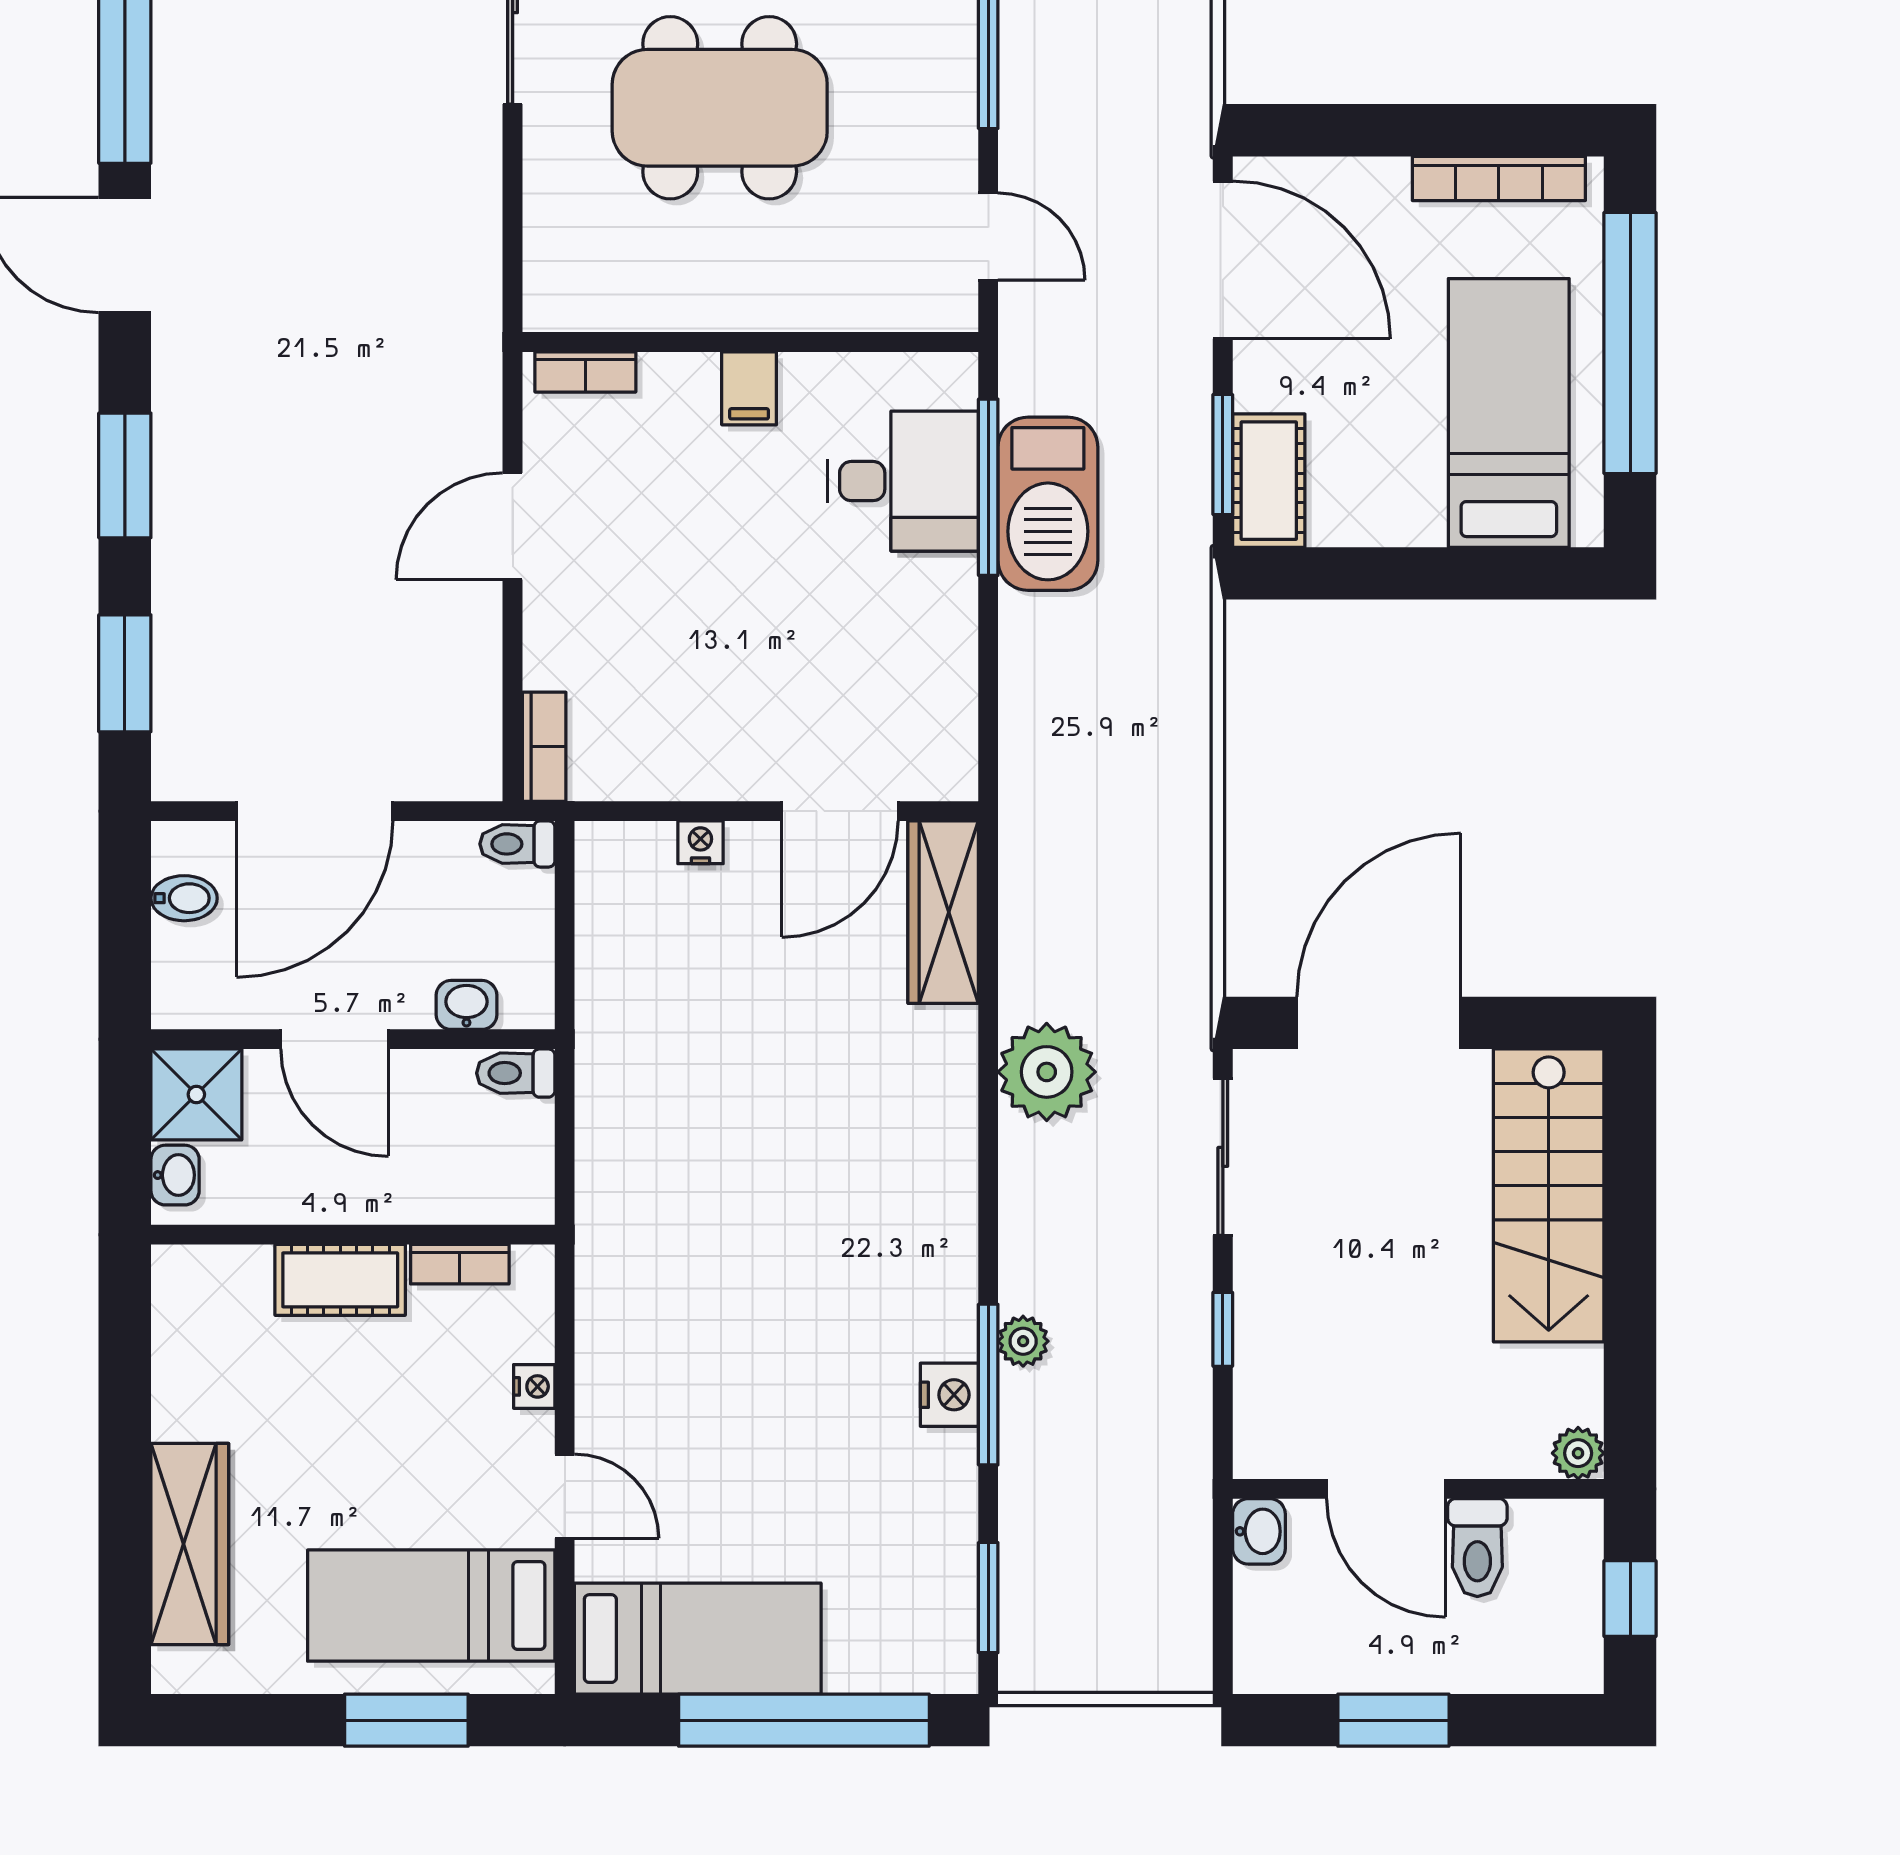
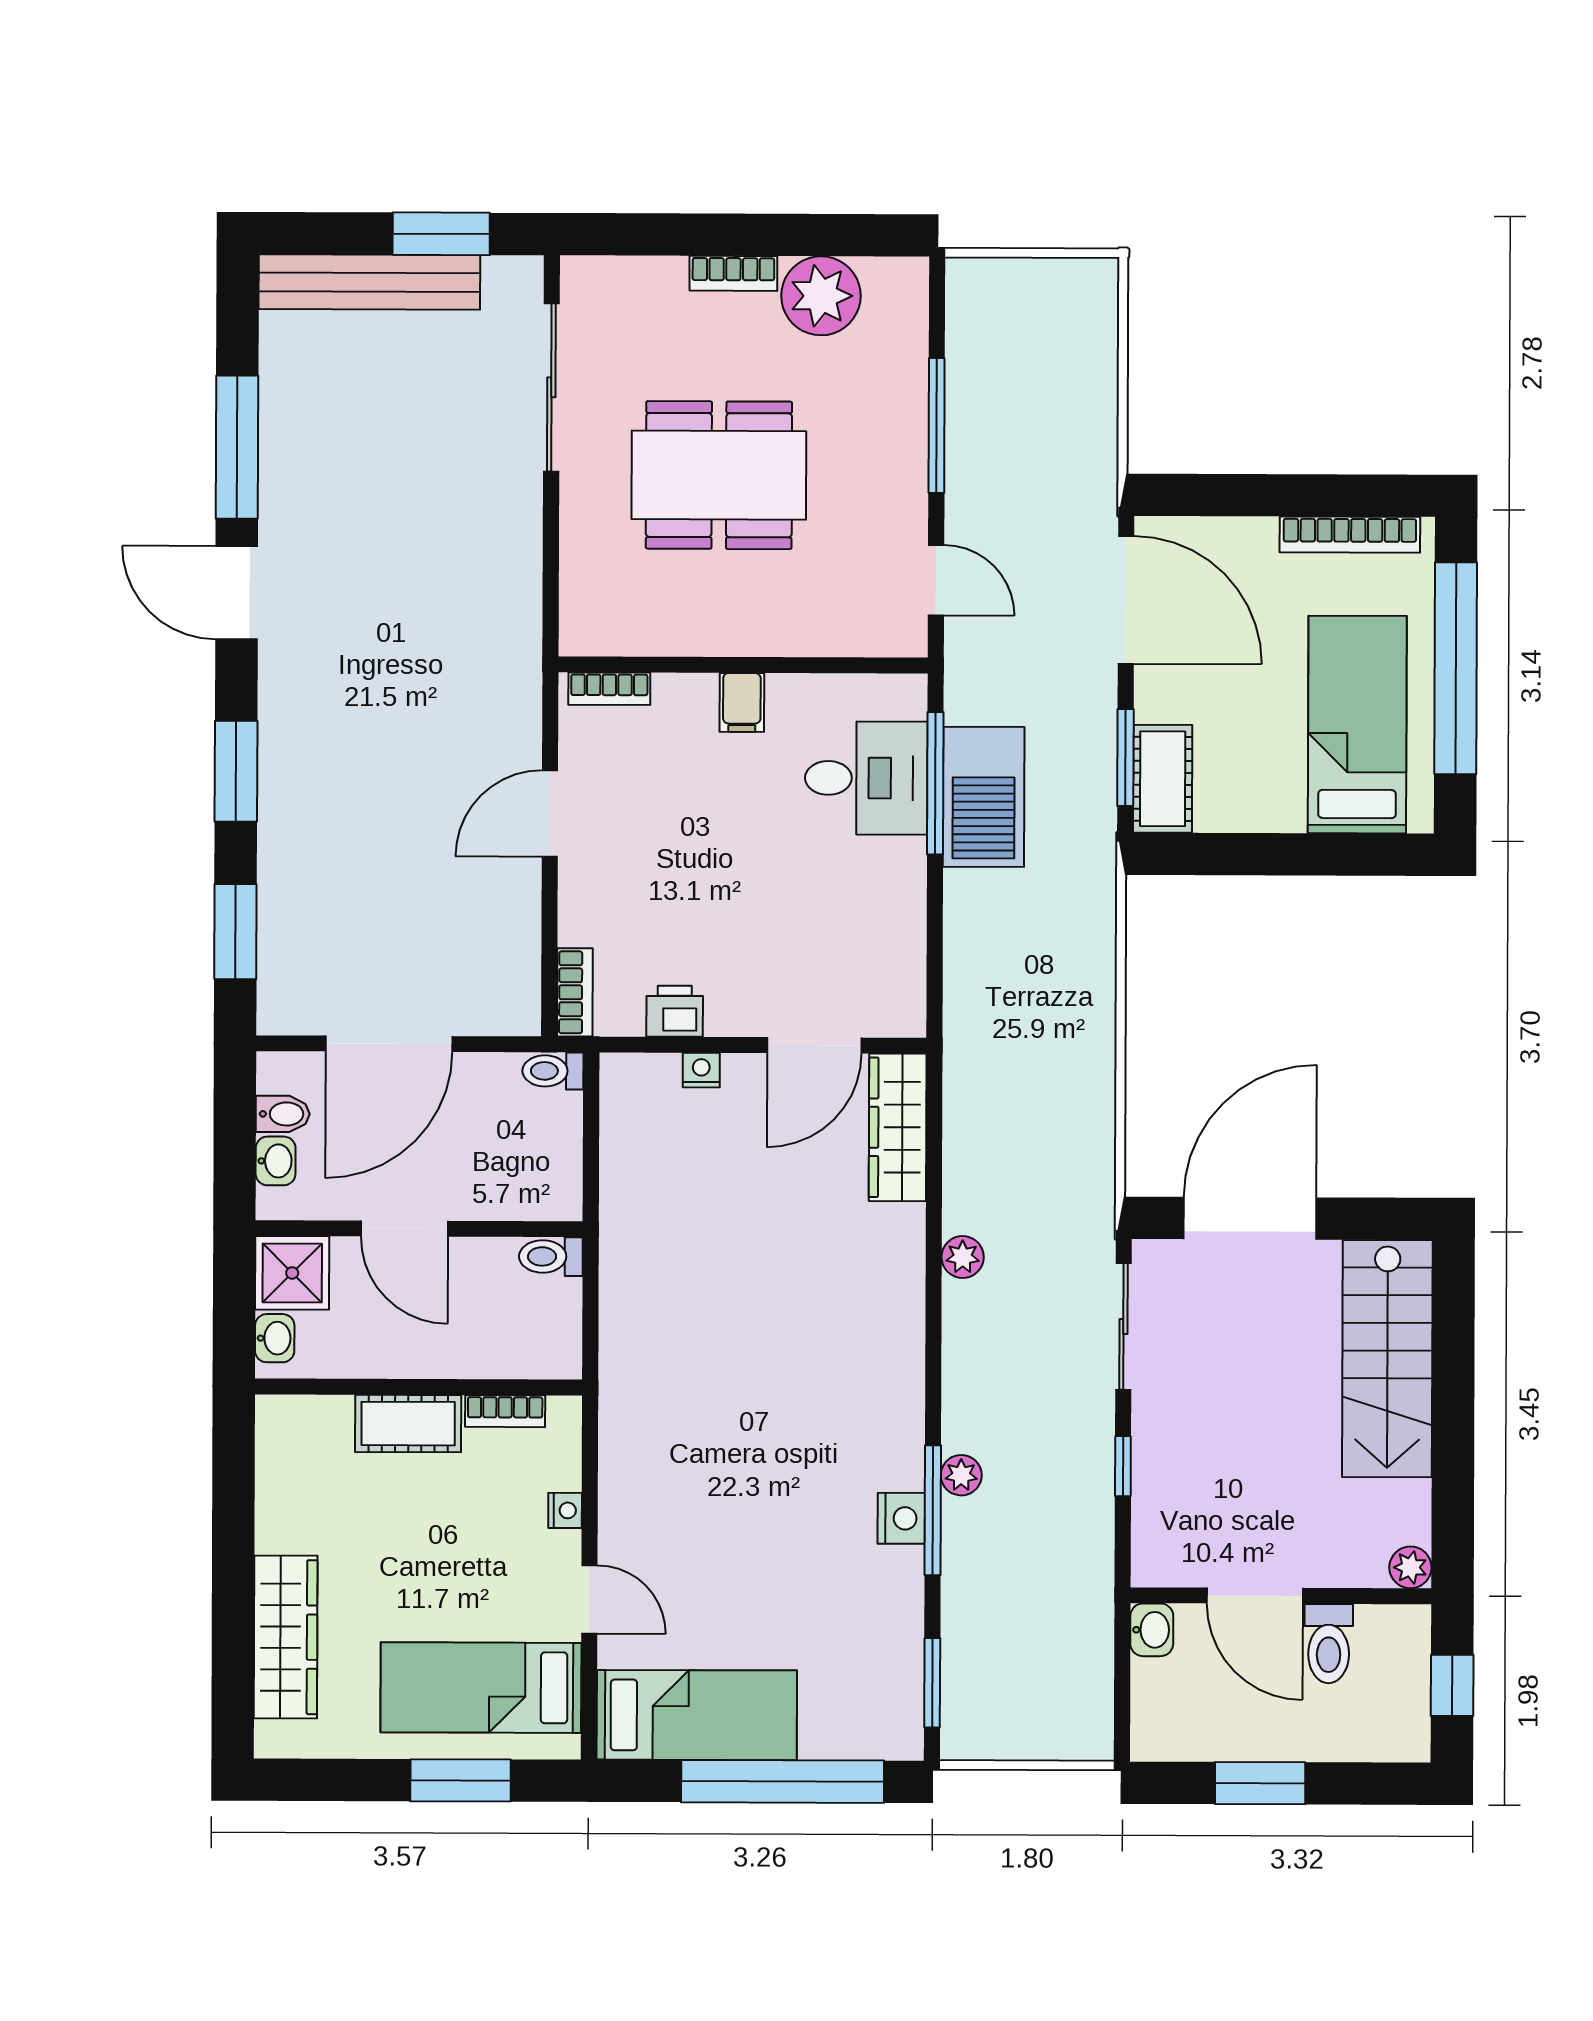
printer: (667, 770) -> (675, 1011), added
washbasin: (466, 1005) -> (276, 1161), moved, turned 90
plant: (1047, 1072) -> (963, 1257), width x0.53, depth x0.53

